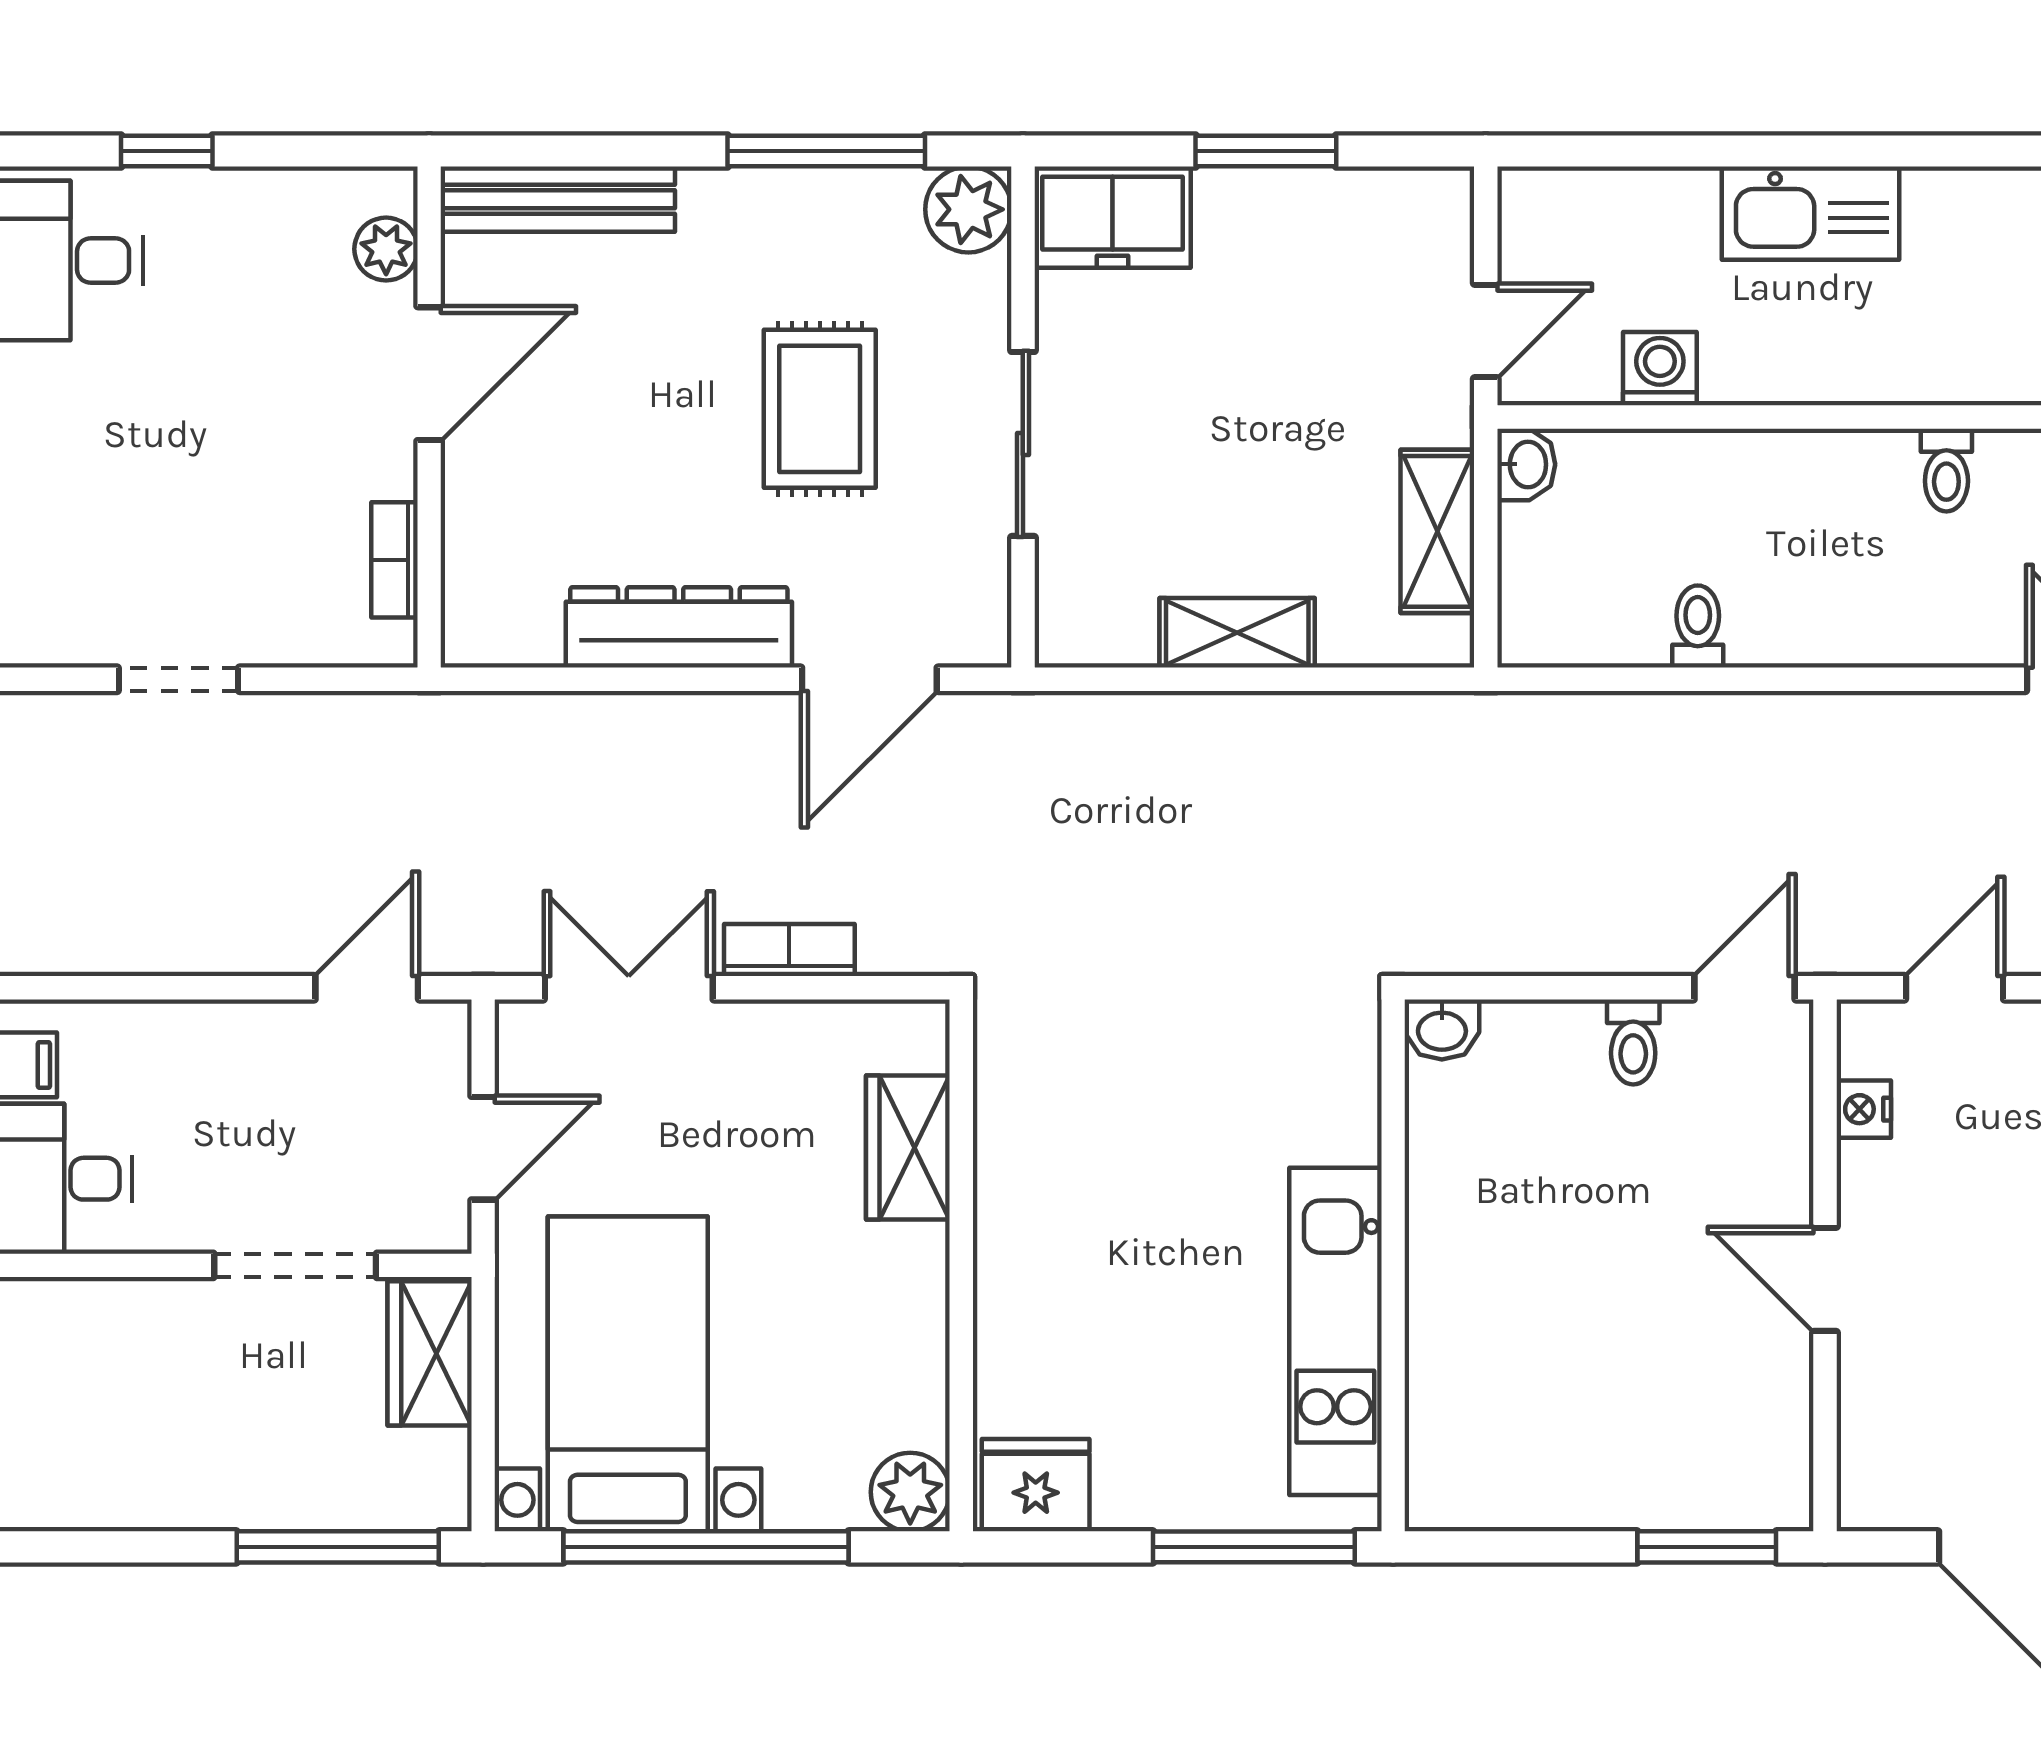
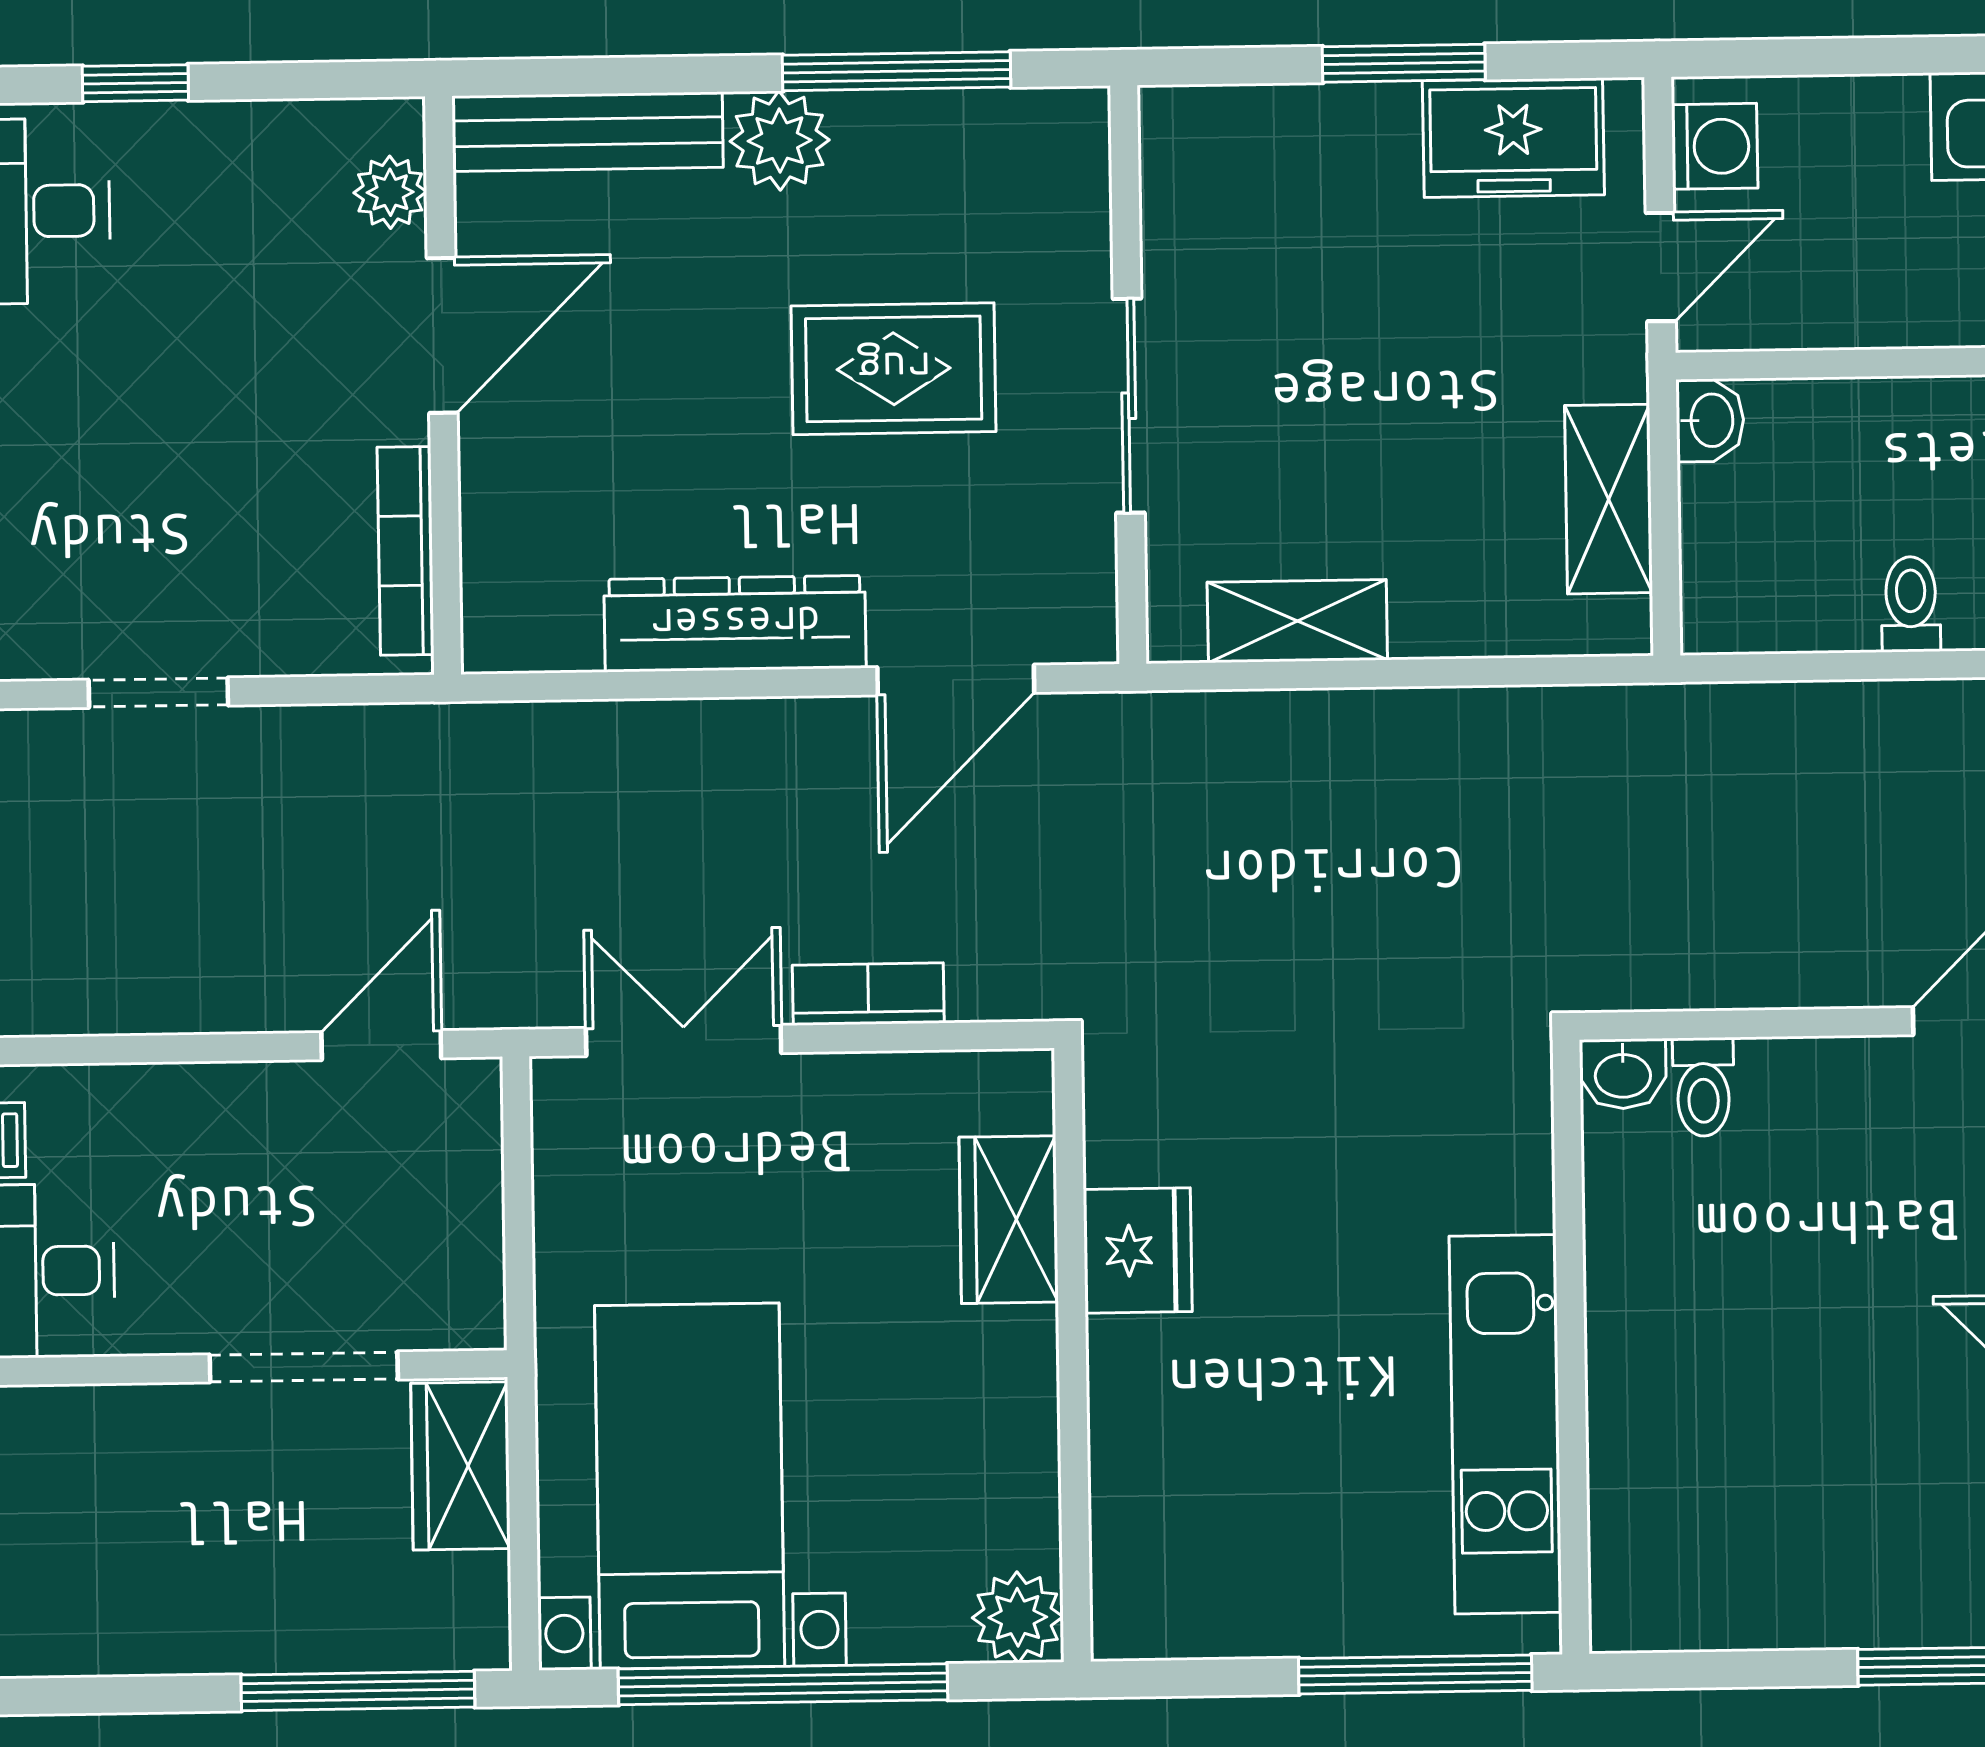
plant: (968, 209) -> (780, 141), moved
freezer: (1113, 217) -> (1513, 138), moved
washing machine: (1660, 369) -> (1715, 146), moved, turned 90
rug: (820, 409) -> (894, 369), turned 90
bookcase: (394, 560) -> (406, 551), width x1.56
shelving: (1237, 633) -> (1297, 621), moved
toilet: (1633, 1042) -> (1703, 1087), moved
door: (483, 1148) -> (519, 1228), removed
fridge: (1036, 1485) -> (1138, 1250), moved, turned 90

